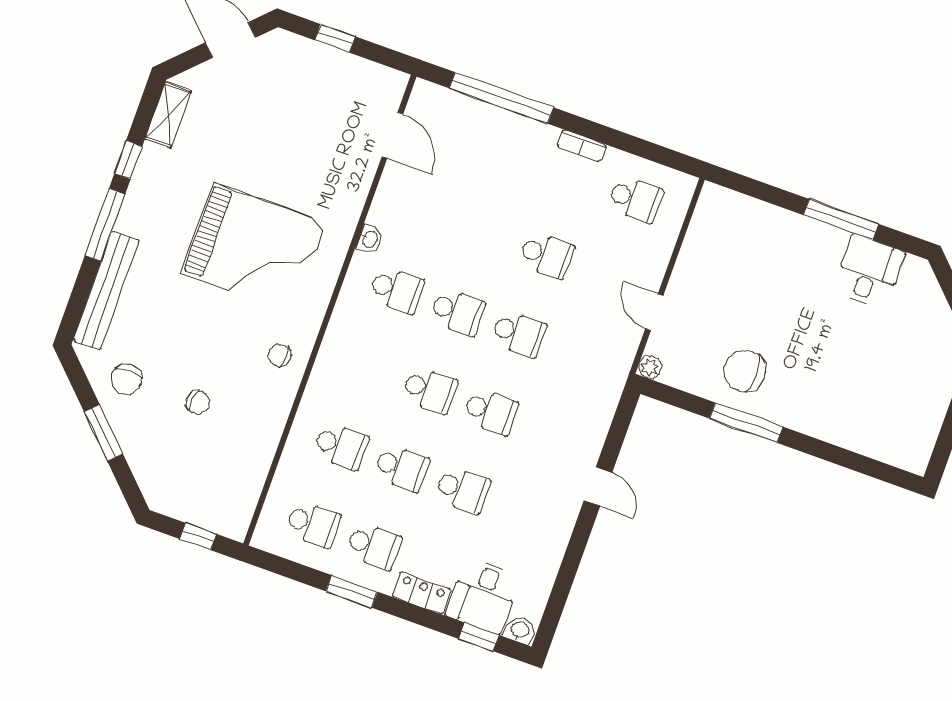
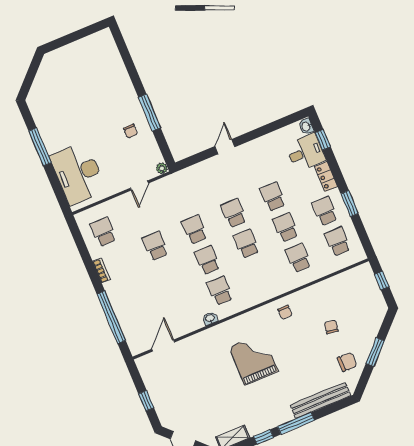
grand piano: (254, 248) -> (253, 359), width x0.73, depth x0.68
desk: (869, 271) -> (78, 173), moved, width x1.87, depth x1.30
chair: (744, 371) -> (131, 131), width x0.54, depth x0.54

